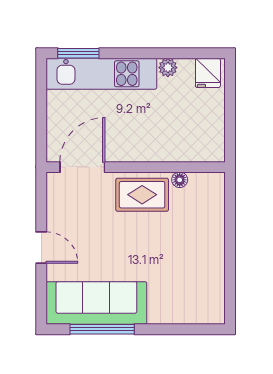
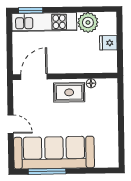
plant: (168, 68) -> (88, 22), width x1.88, depth x1.88
fridge: (208, 73) -> (108, 43), moved, turned 90
sofa: (96, 303) -> (54, 153), width x1.36, depth x1.27

